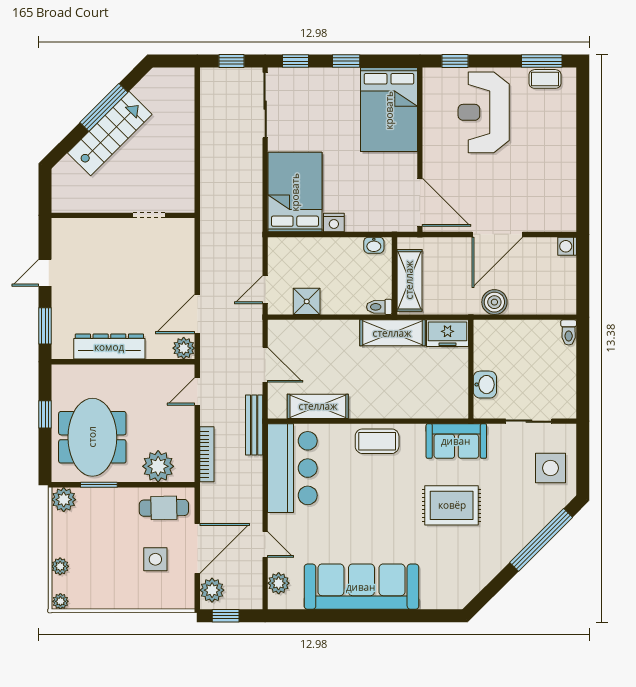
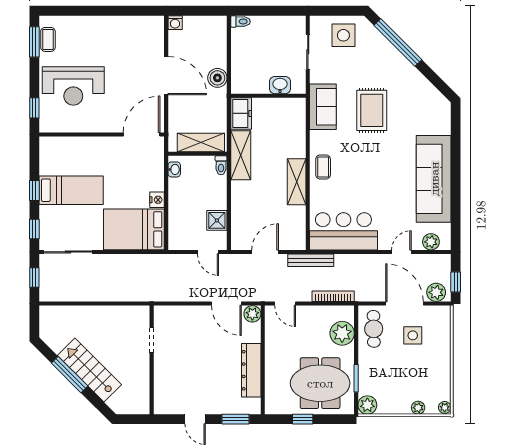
bed: (389, 110) -> (71, 190), moved, width x0.67
shelving: (318, 406) -> (297, 182), moved
coffee table: (377, 441) -> (323, 167), width x0.73, depth x0.77

